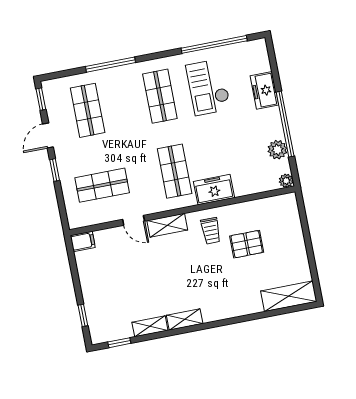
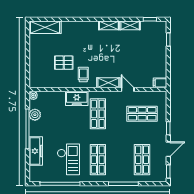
freezer: (264, 90) -> (36, 151), width x1.40

